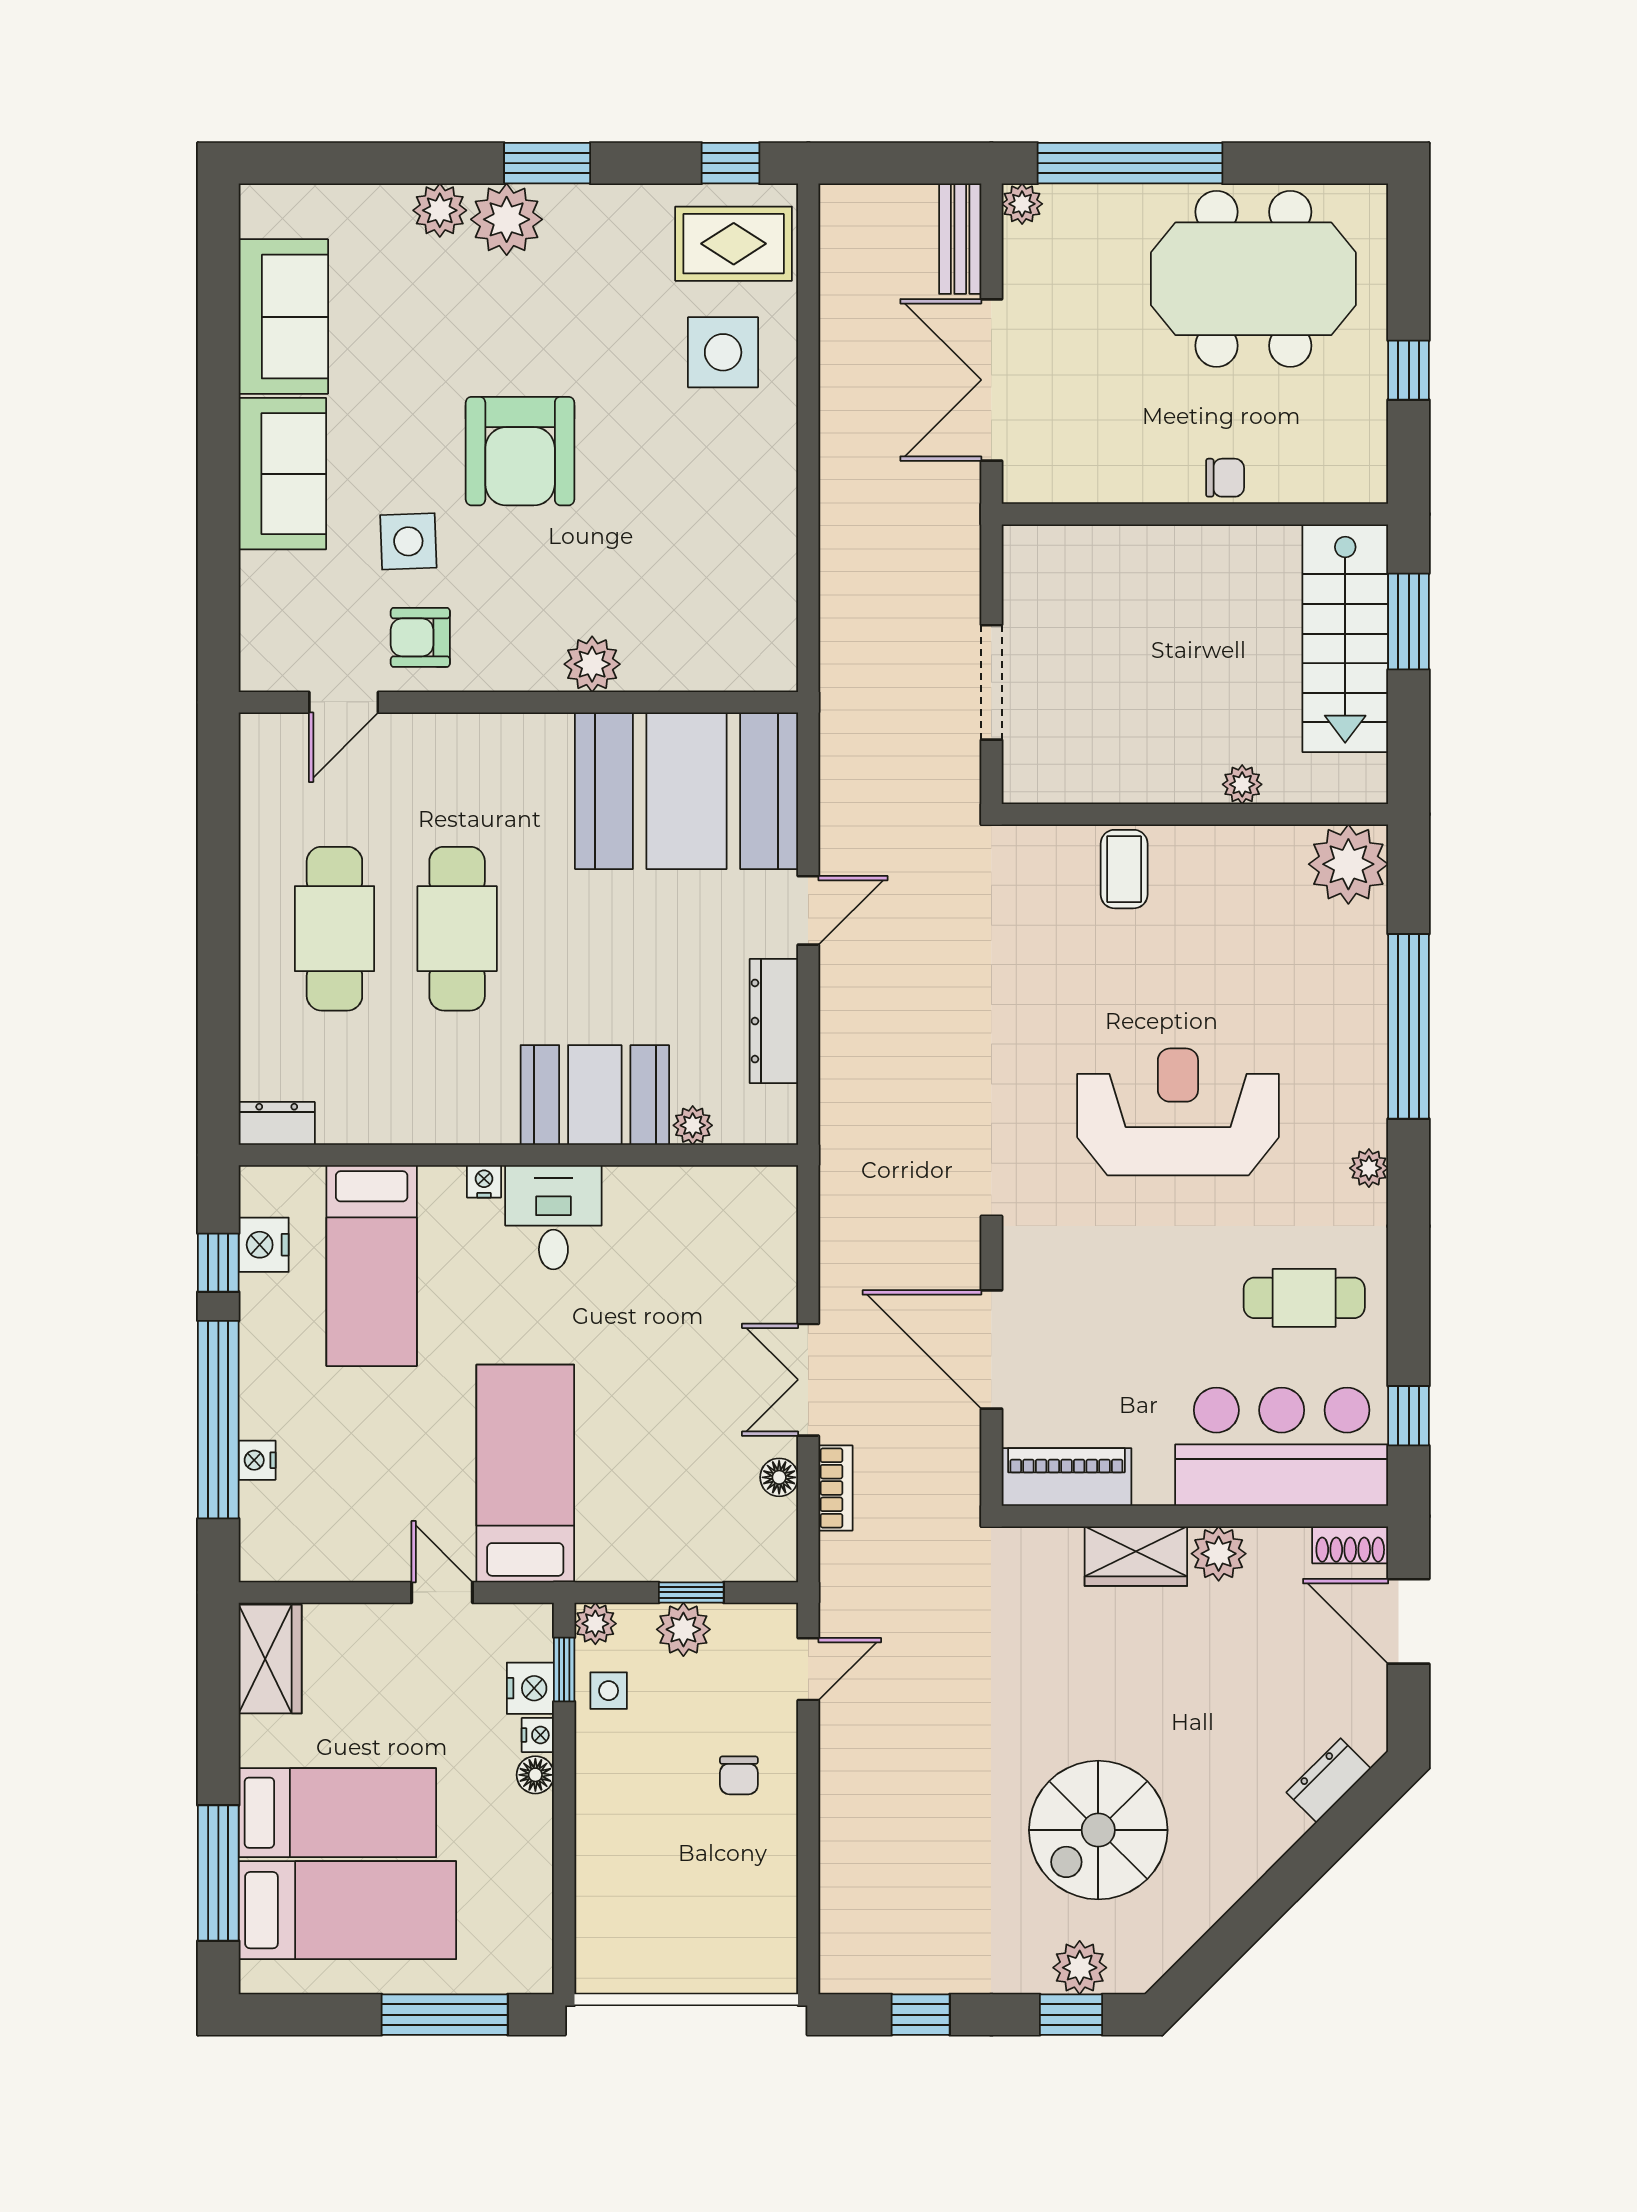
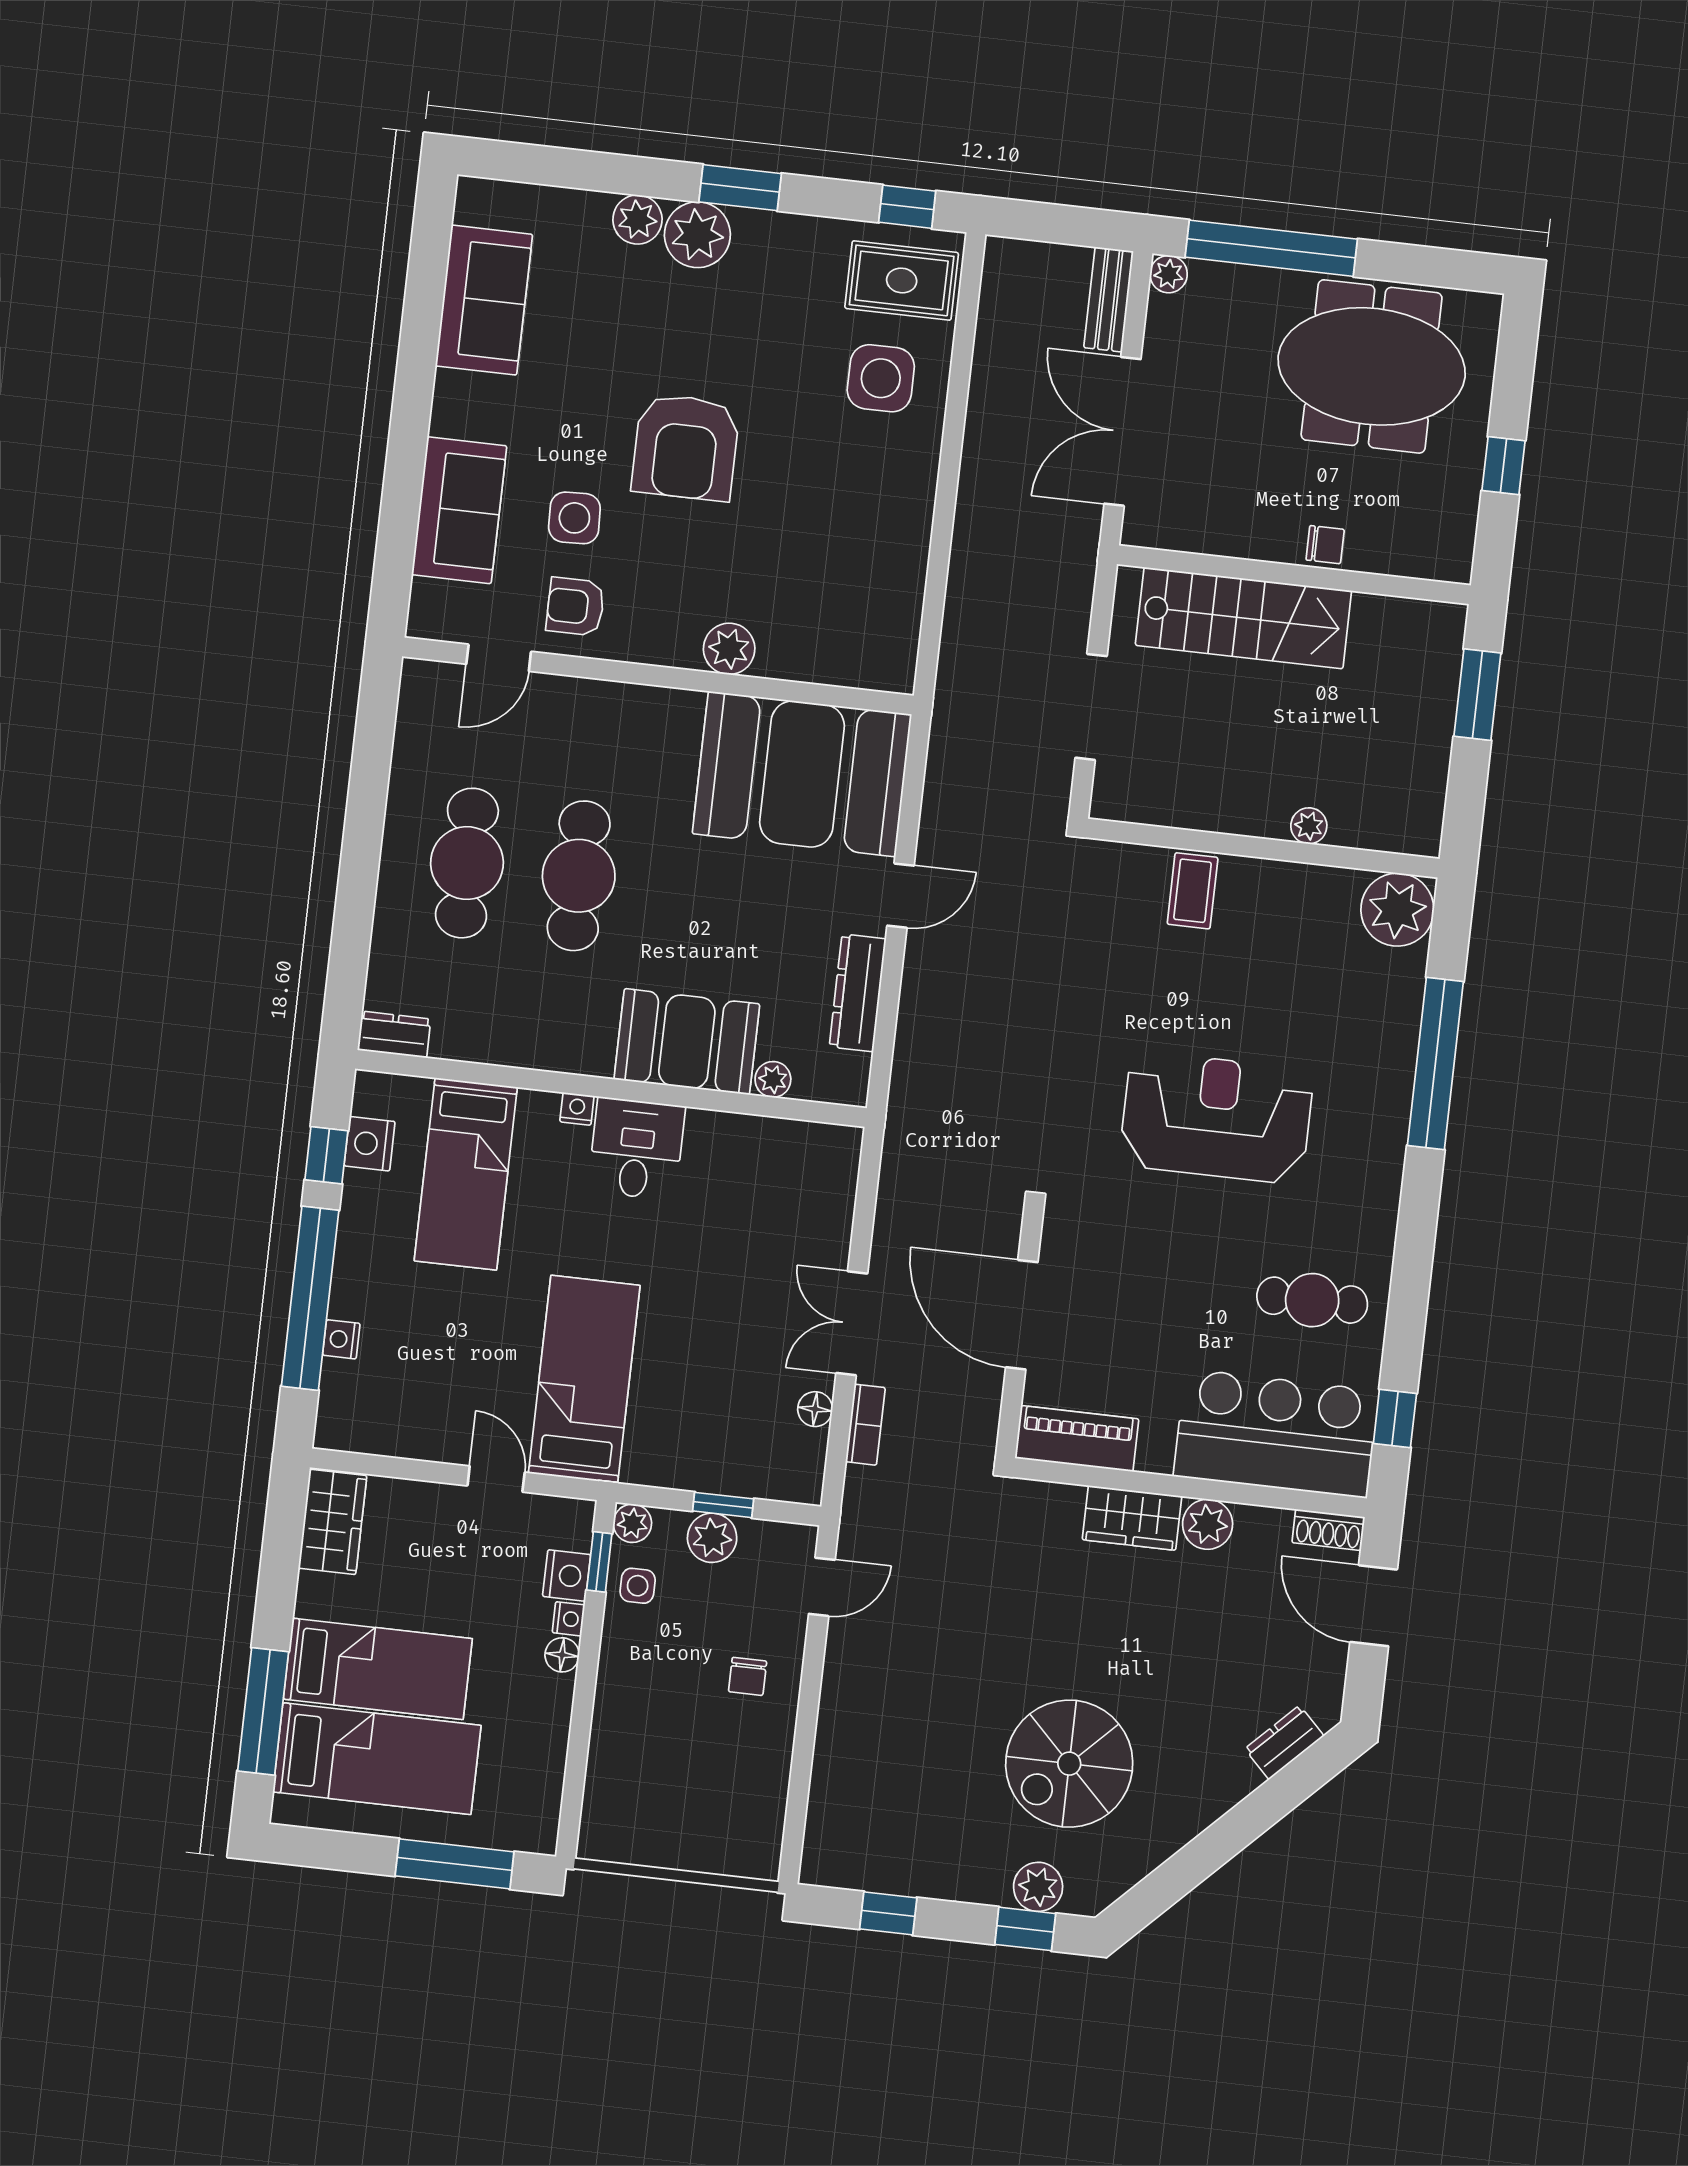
sofa: (282, 474) -> (459, 510), moved
stairs: (1345, 638) -> (1243, 618), moved, turned -90
plant: (1369, 1168) -> (1385, 1189), removed

